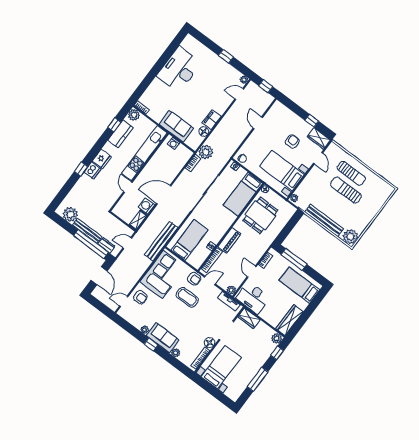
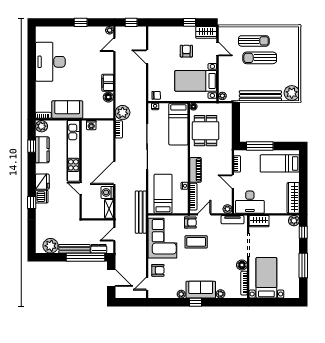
sofa: (176, 126) -> (67, 109), moved

